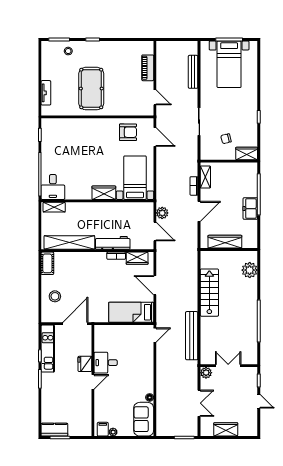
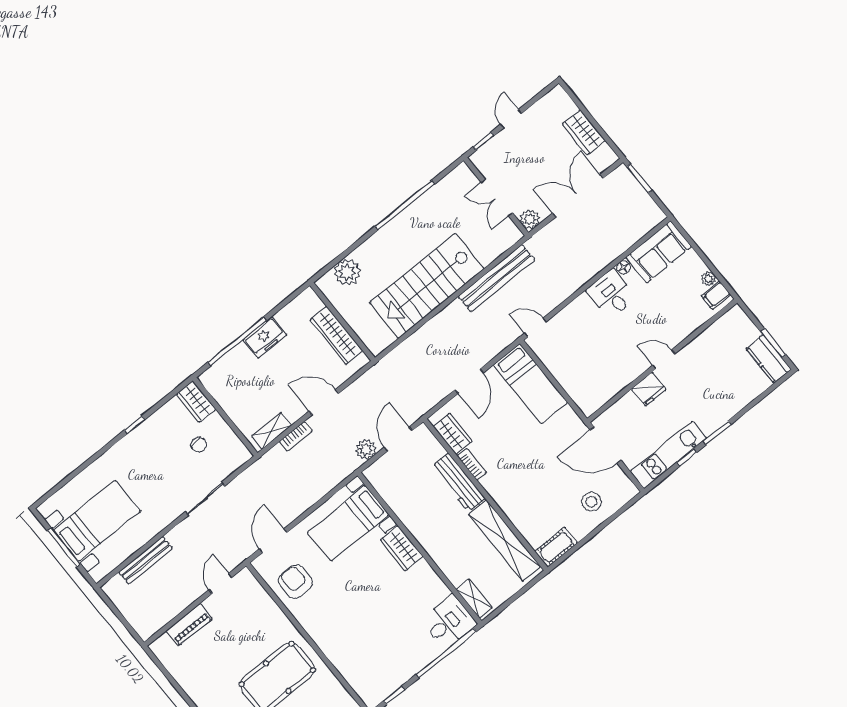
stairs: (209, 293) -> (427, 286), width x1.36, depth x1.51
desk: (106, 363) -> (611, 294), moved, turned 180
double door: (199, 403) -> (578, 196), width x1.37

